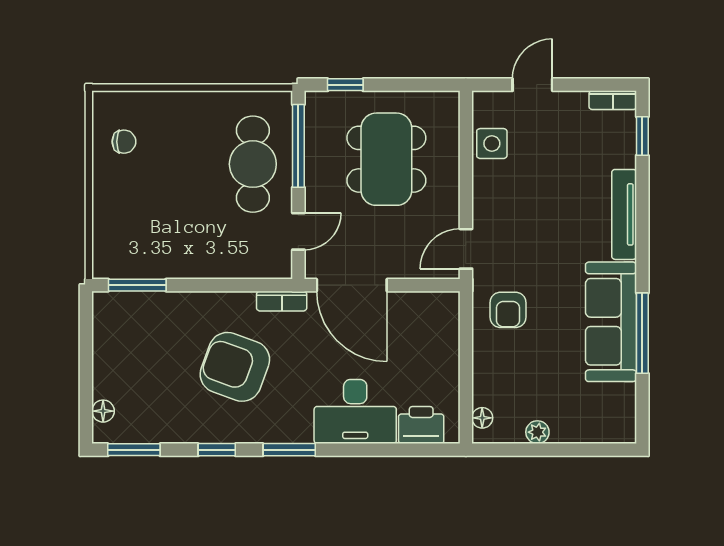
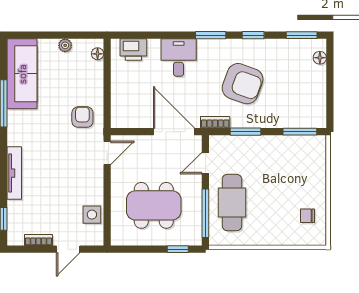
bookcase: (613, 100) -> (38, 240), moved
dining table: (386, 159) -> (154, 205), turned 90
window: (230, 285) -> (245, 132), added
sofa: (611, 322) -> (22, 74), moved
desk: (355, 411) -> (179, 57), width x0.73

